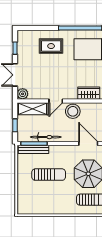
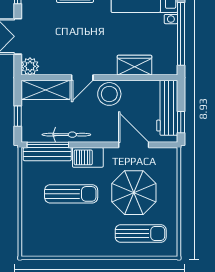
barbecue: (59, 151) -> (88, 157), added

